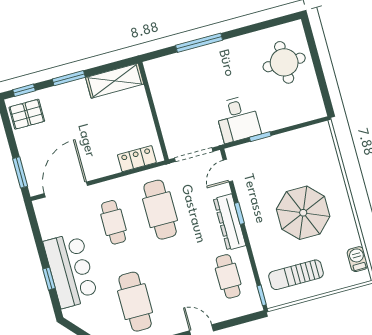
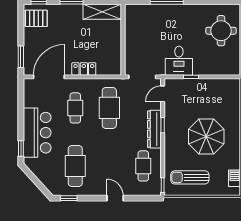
locker: (137, 159) -> (84, 69), moved
window: (49, 279) -> (21, 149), moved

